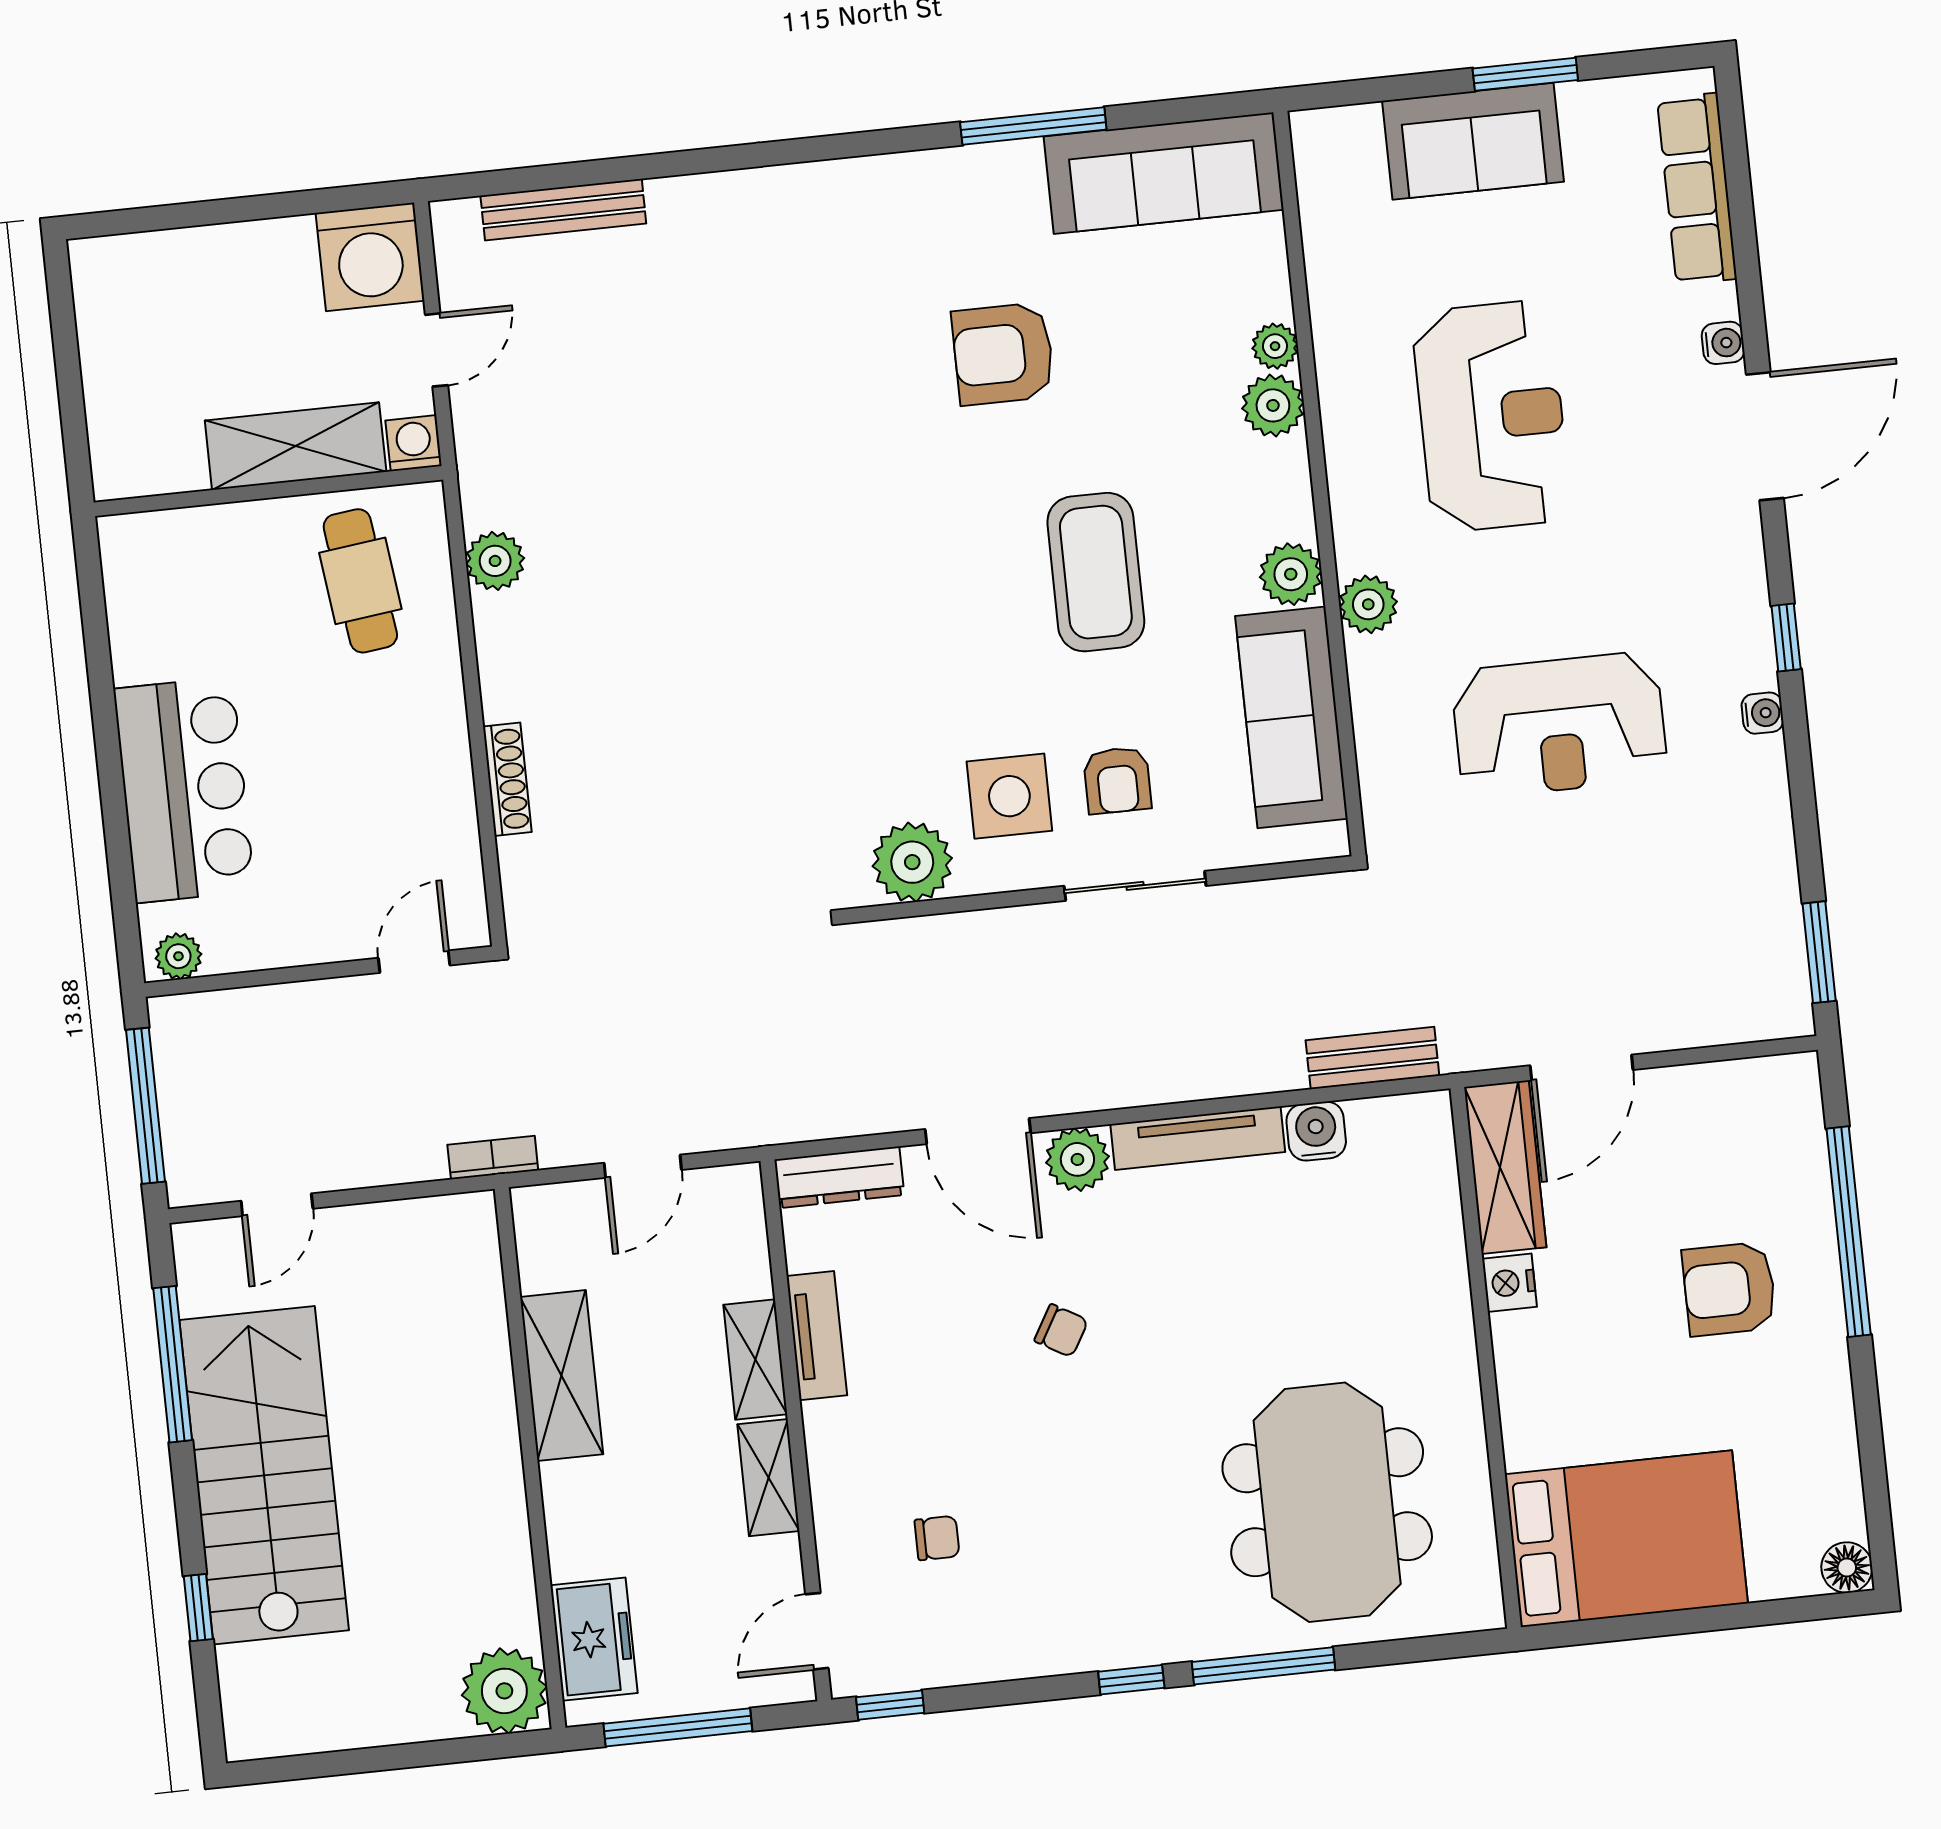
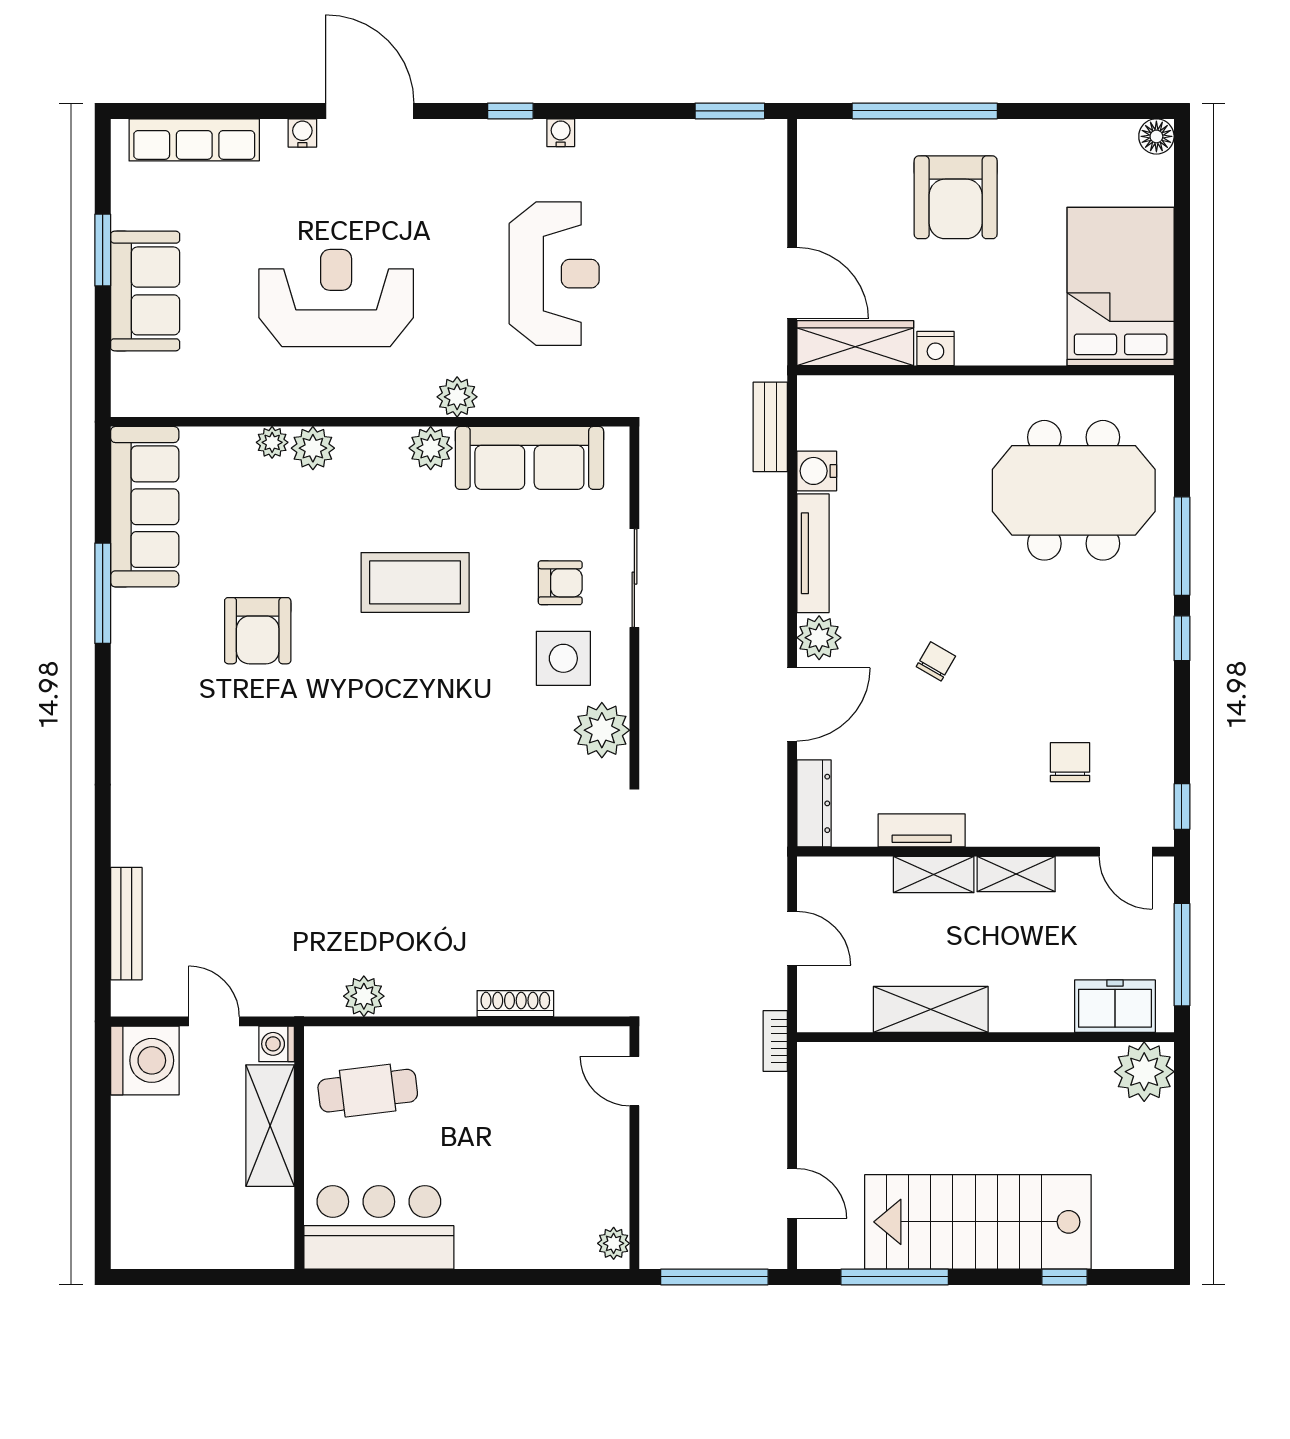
bar counter: (184, 790) -> (379, 1227), moved
armchair: (1729, 1289) -> (956, 197), width x1.36, depth x1.36
chair: (937, 1538) -> (1070, 762), width x1.37, depth x1.37

